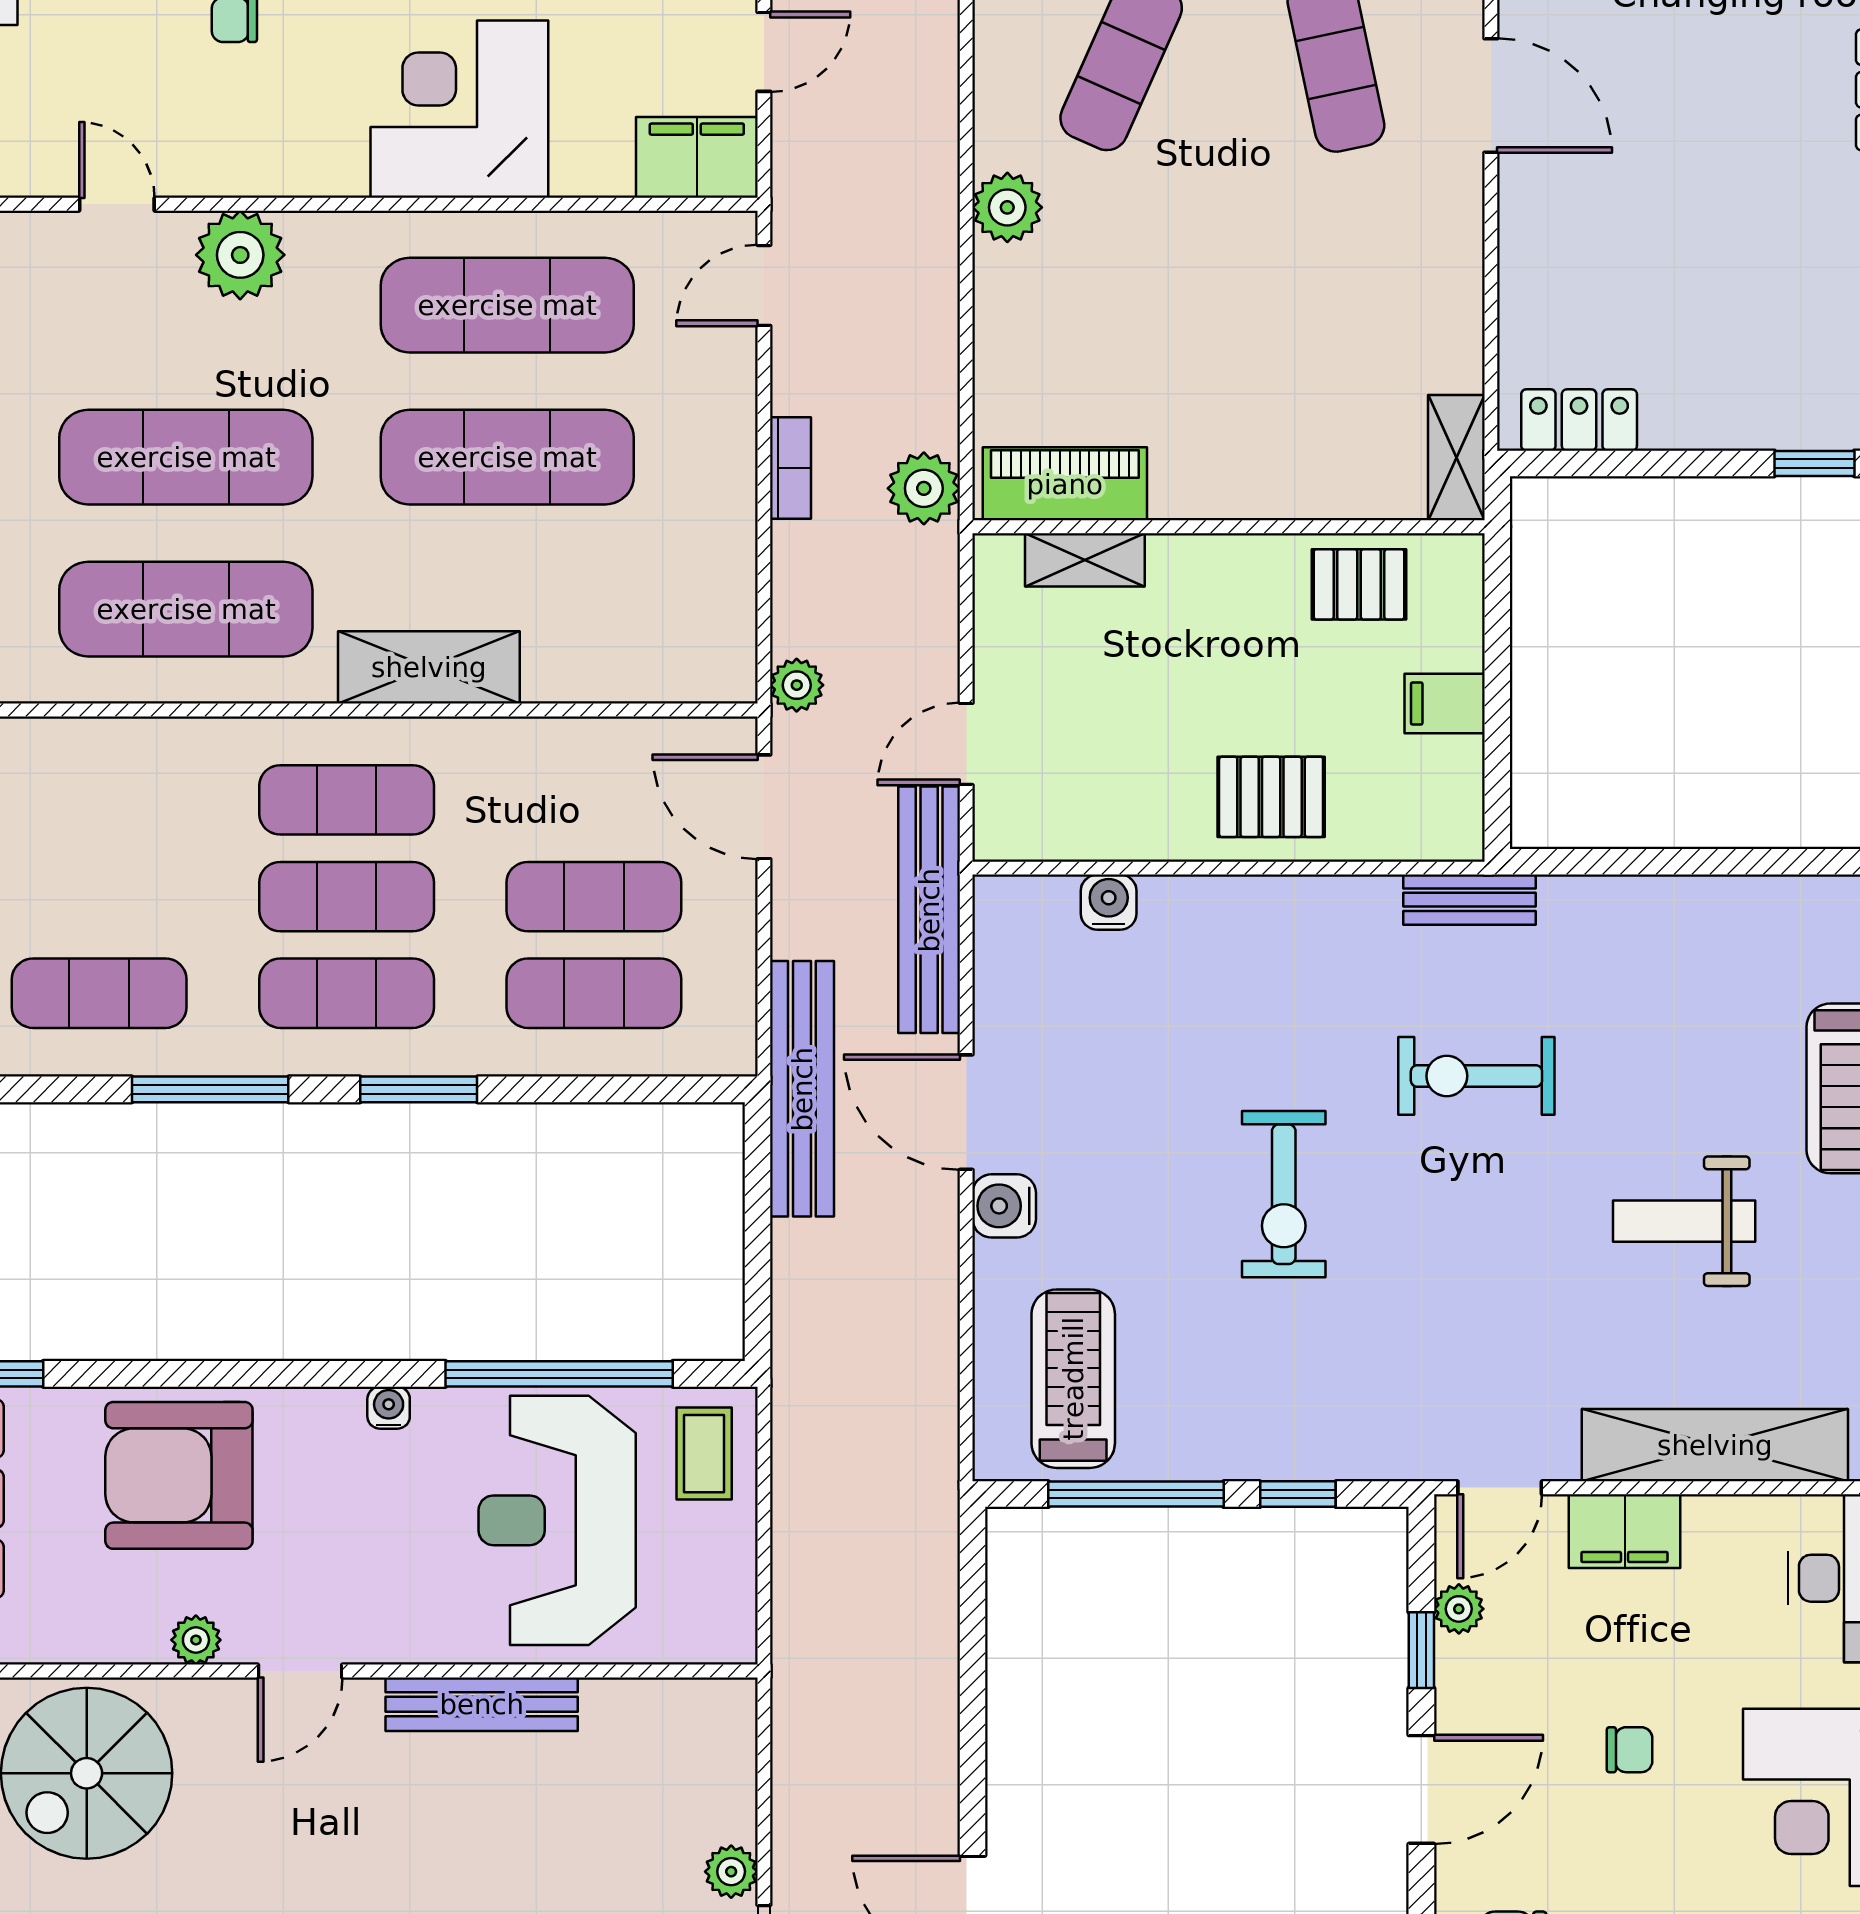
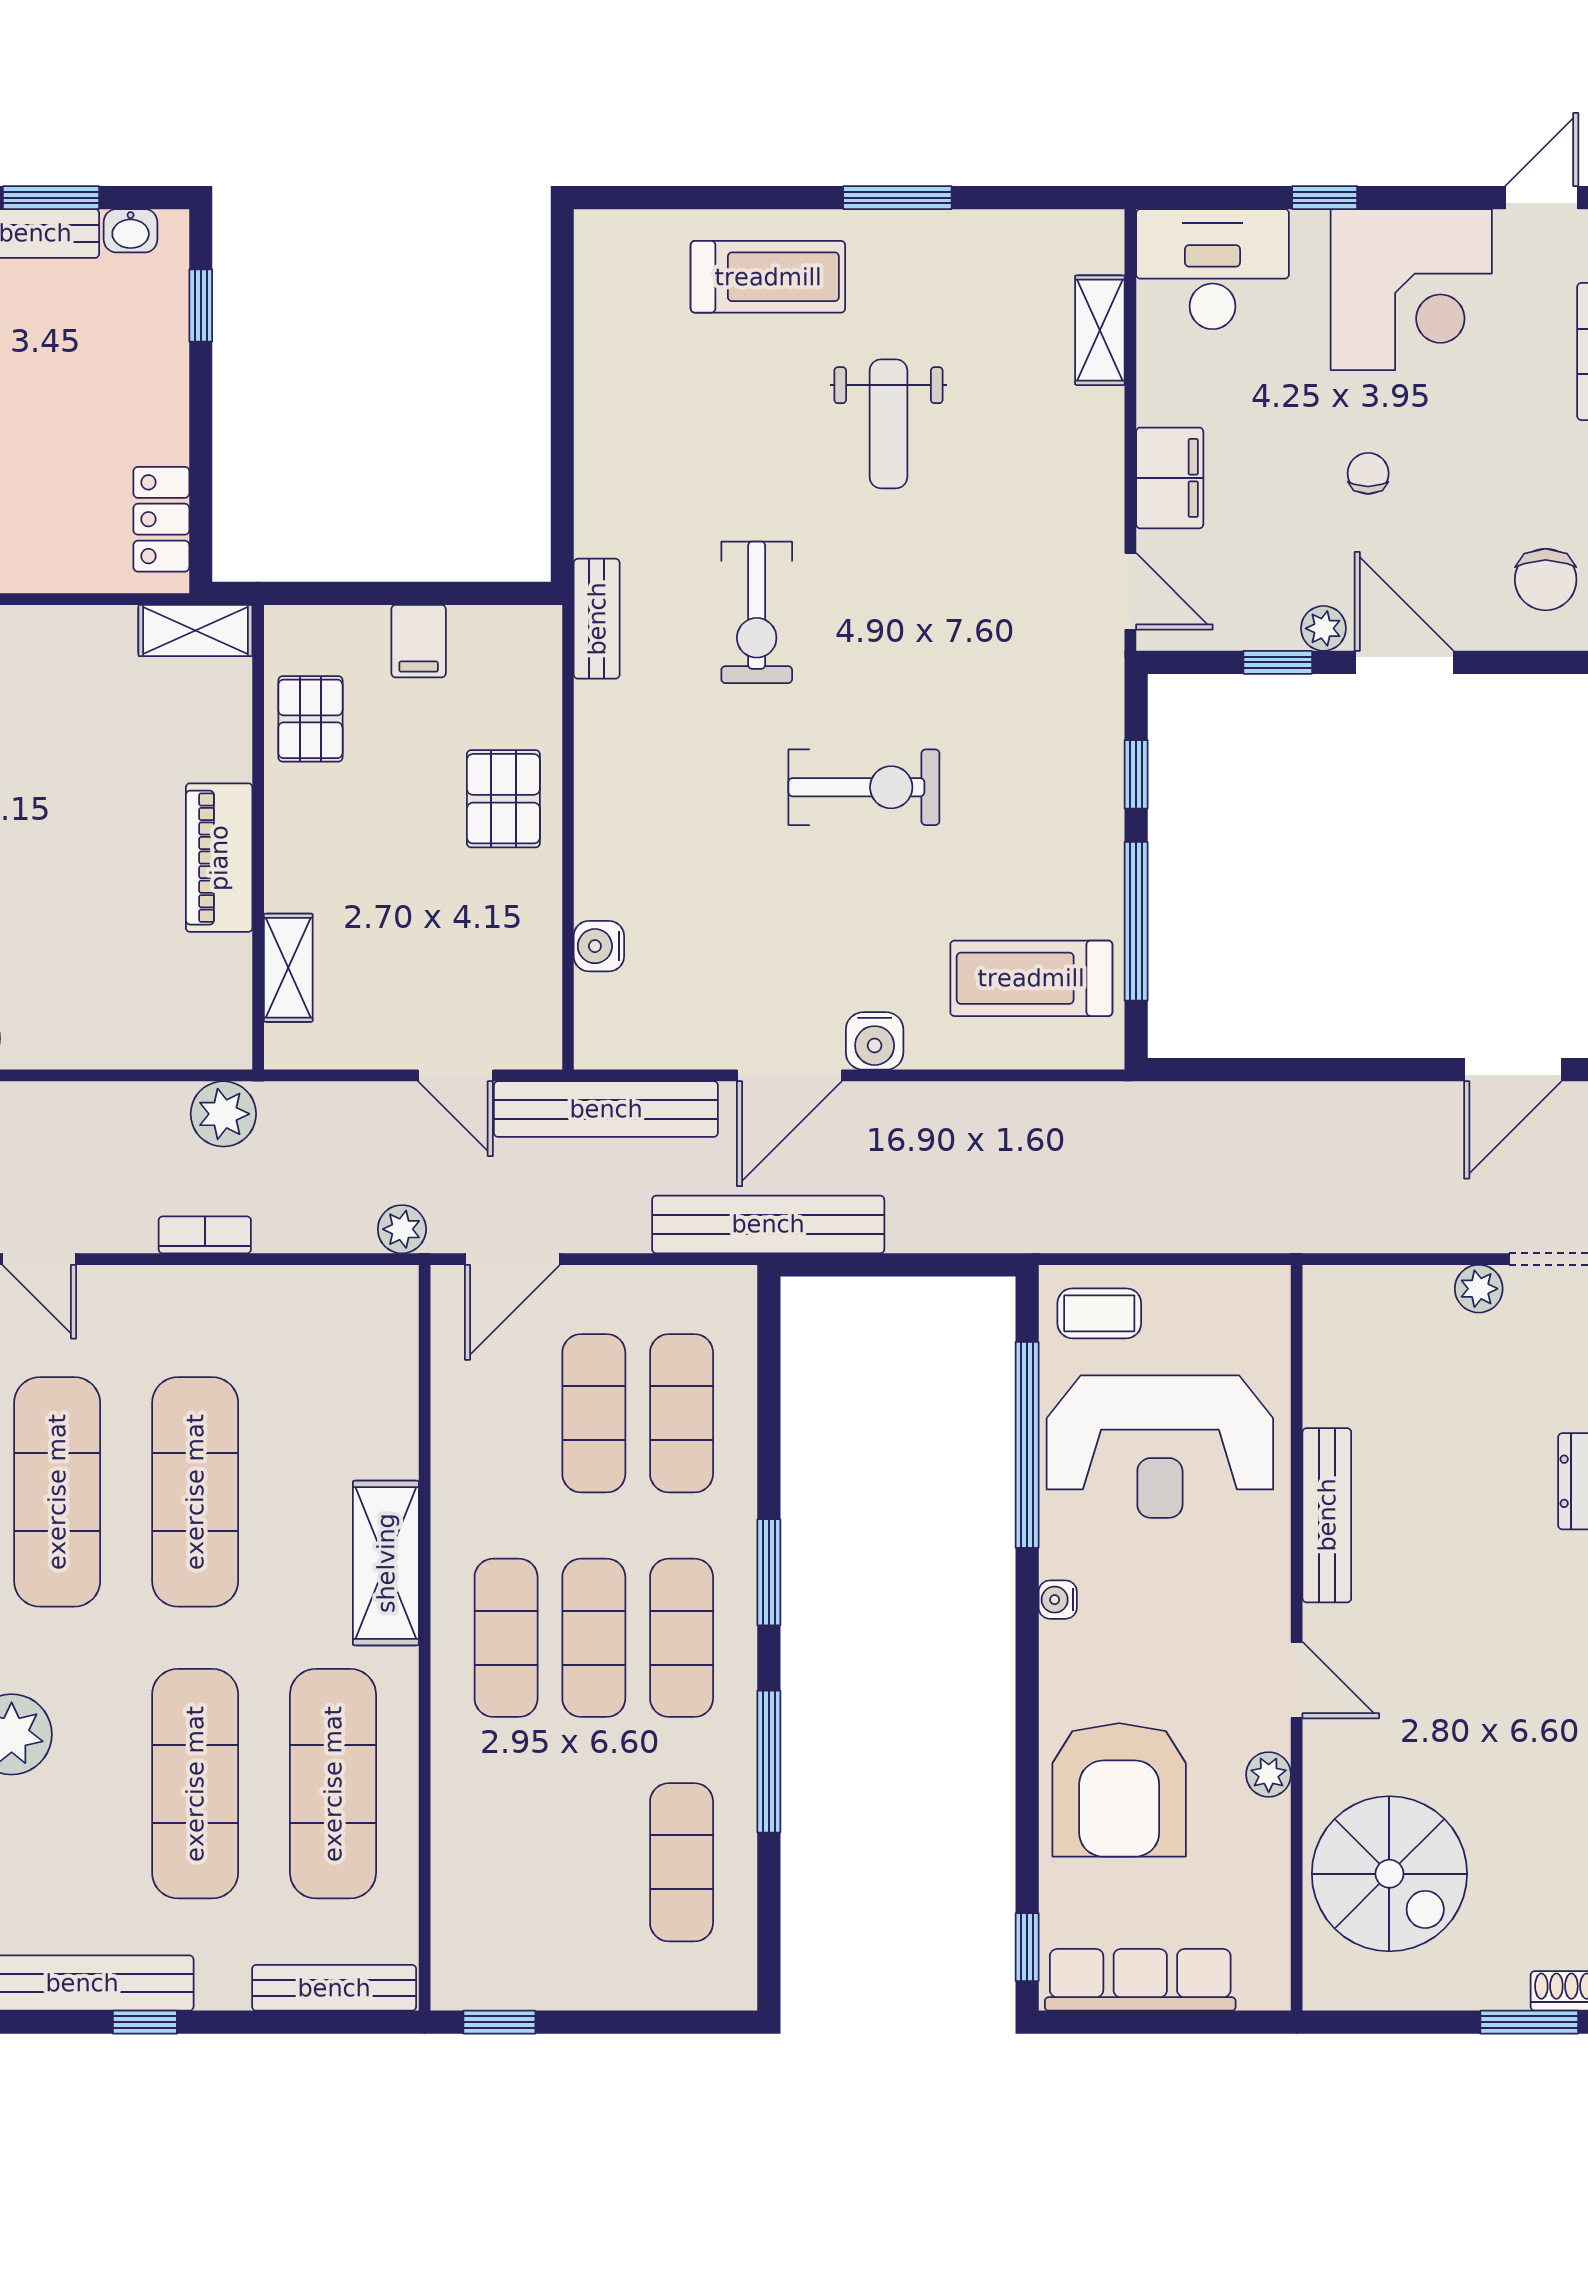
piano: (1065, 484) -> (219, 858), moved
shelving: (1715, 1445) -> (1100, 330), width x0.45, depth x0.75
plant: (1459, 1609) -> (1323, 628), moved

